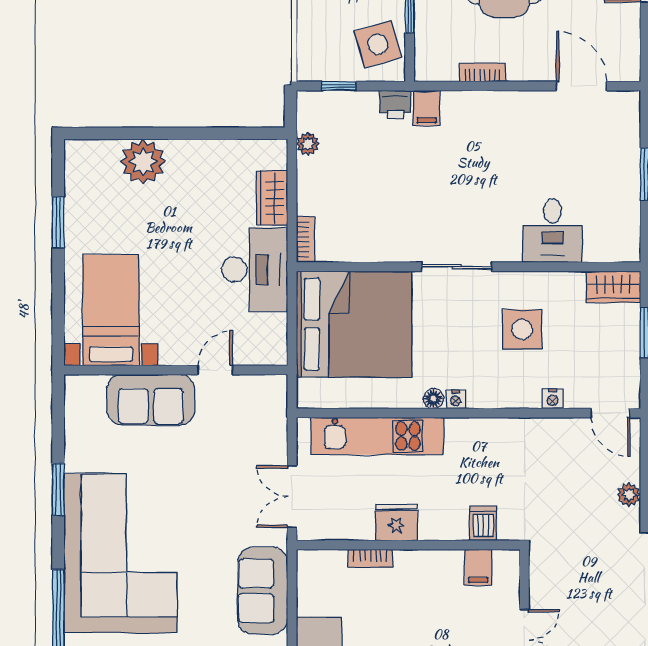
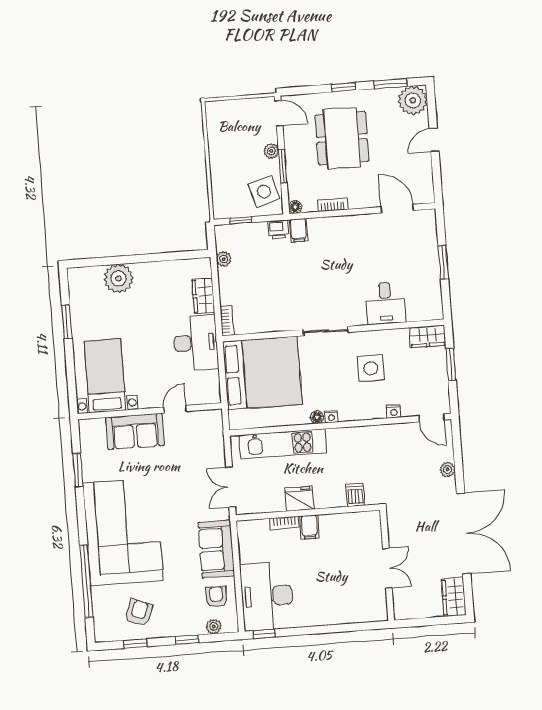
floor lamp: (424, 72) -> (295, 207), added
window: (58, 490) -> (78, 470), moved
filing cabinet: (478, 567) -> (309, 527), moved

